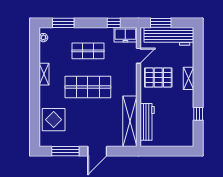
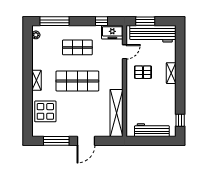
window: (63, 23) -> (54, 21), width x1.44
shelving: (44, 74) -> (36, 80), moved
pallet: (158, 78) -> (143, 72), width x0.67, depth x0.71
window: (198, 114) -> (180, 120), moved
workbench: (147, 122) -> (152, 130), moved, turned -90

